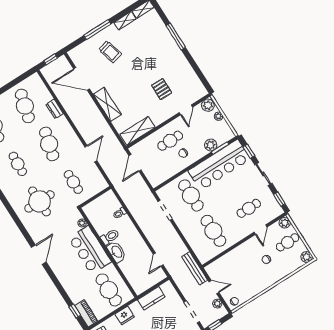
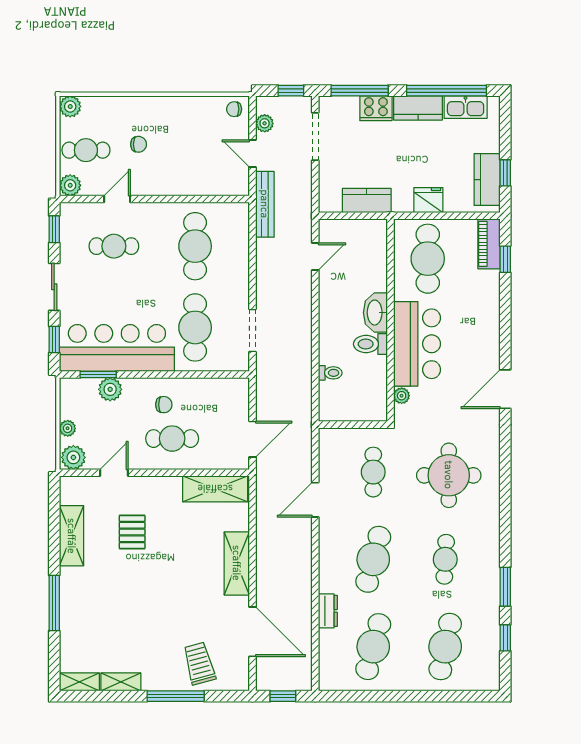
trolley: (110, 52) -> (199, 664), moved
shelving: (187, 71) -> (72, 536), added

